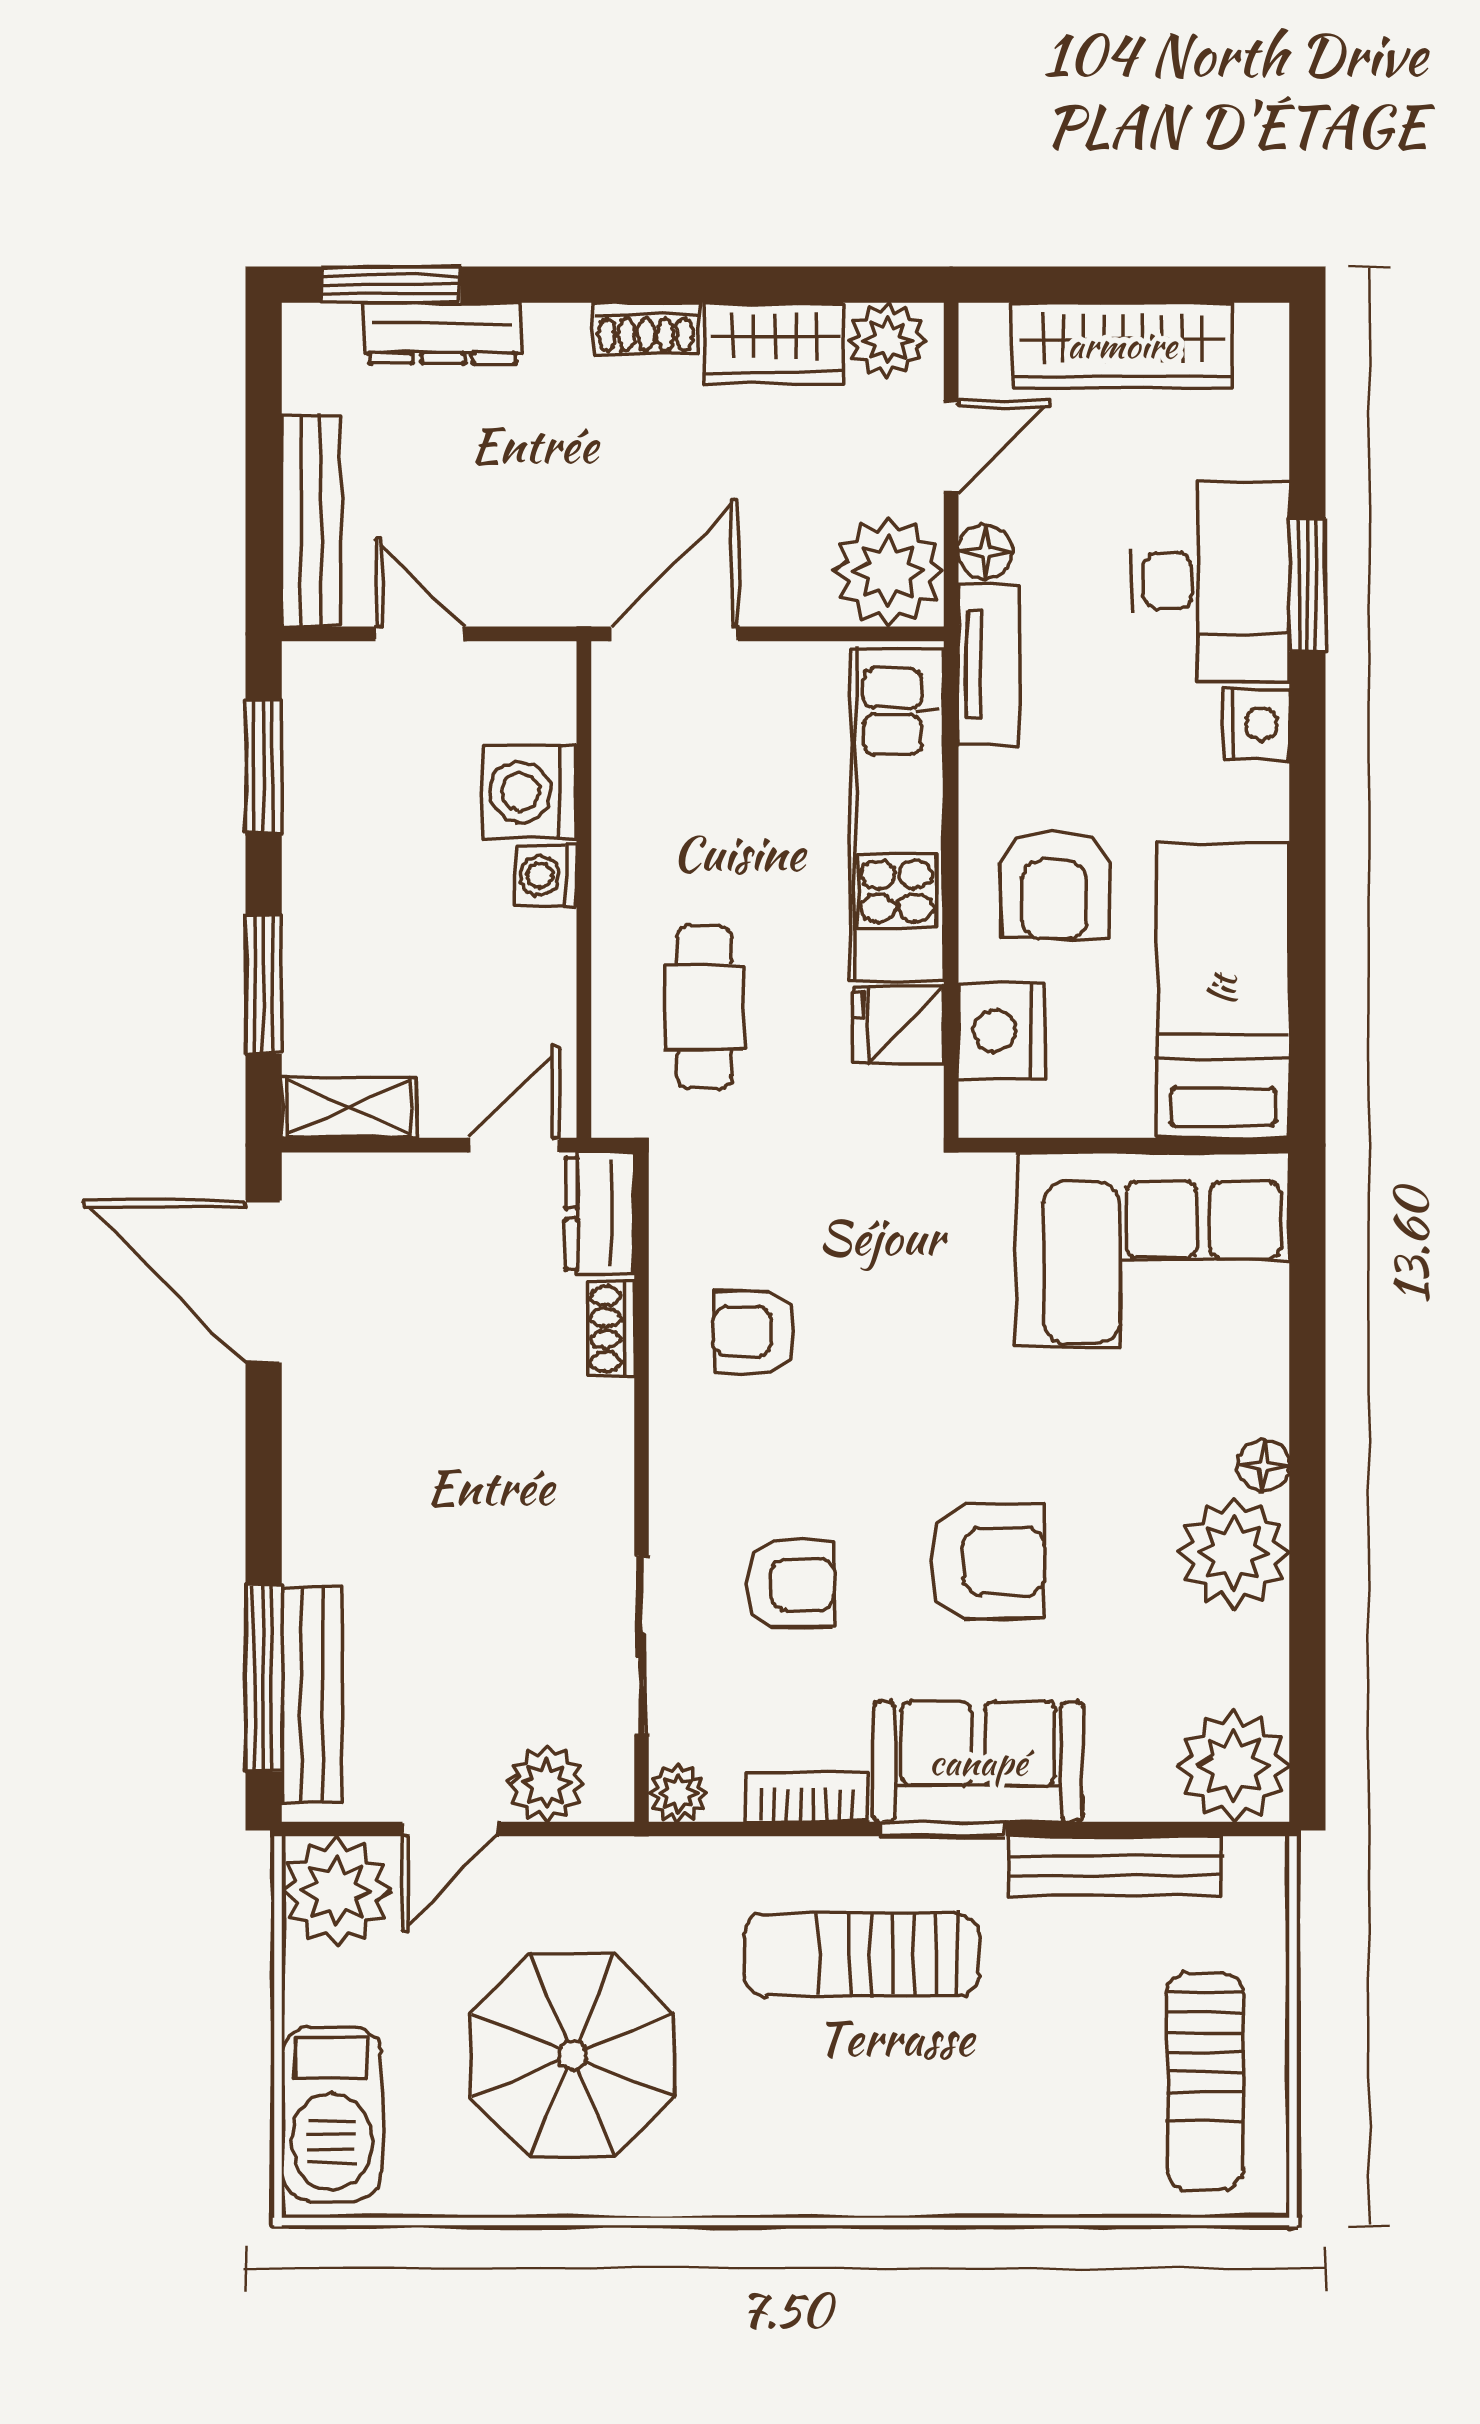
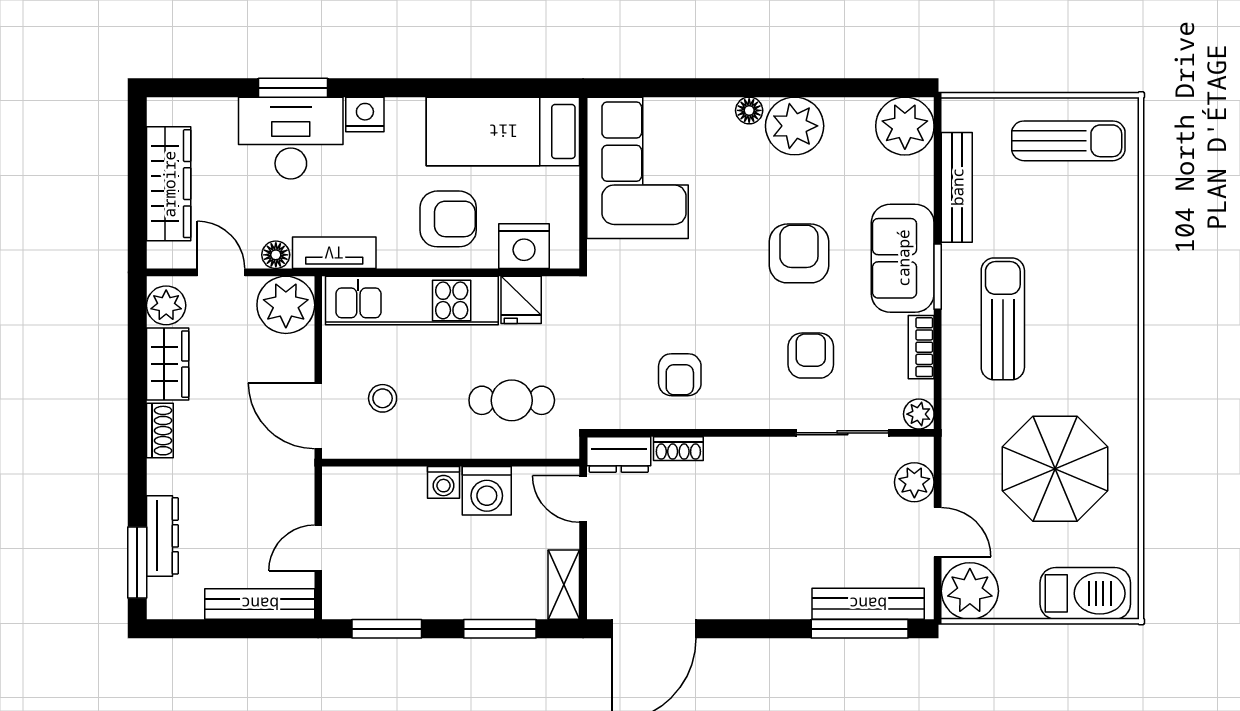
stool: (708, 758) -> (383, 398), added
washing machine: (530, 792) -> (487, 491), moved
sun lounger: (861, 1955) -> (1003, 319), turned 180

